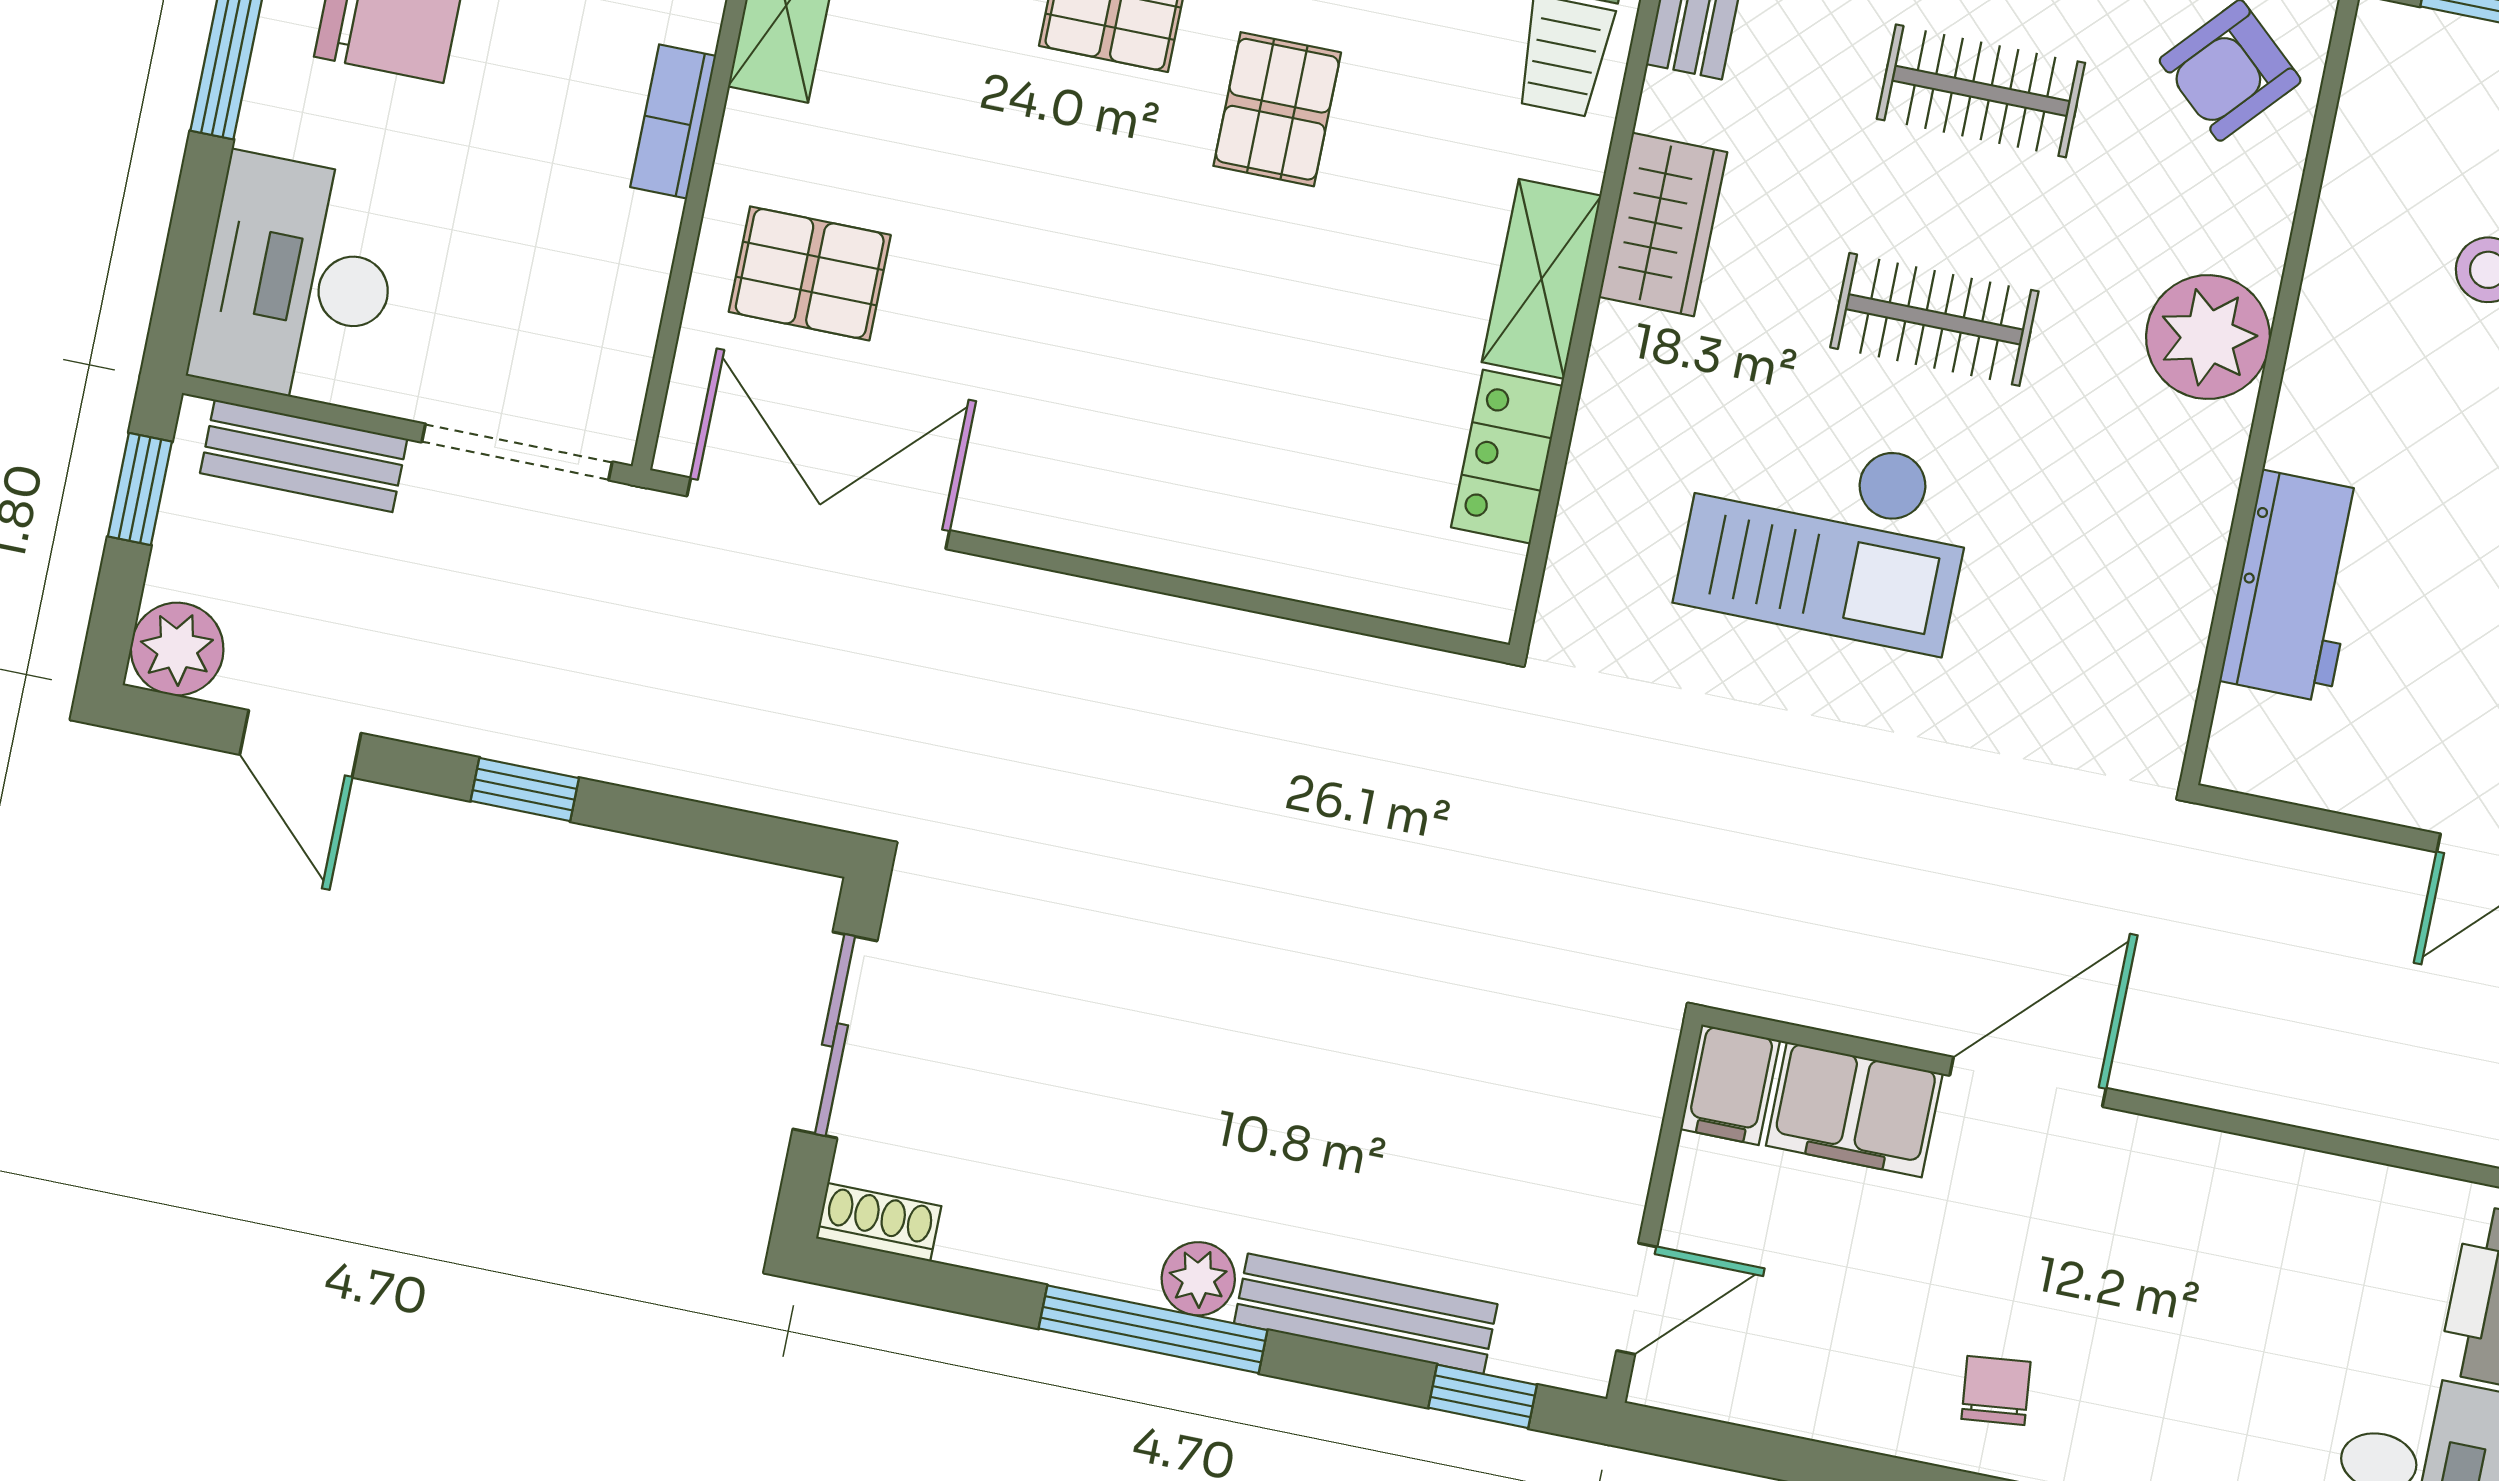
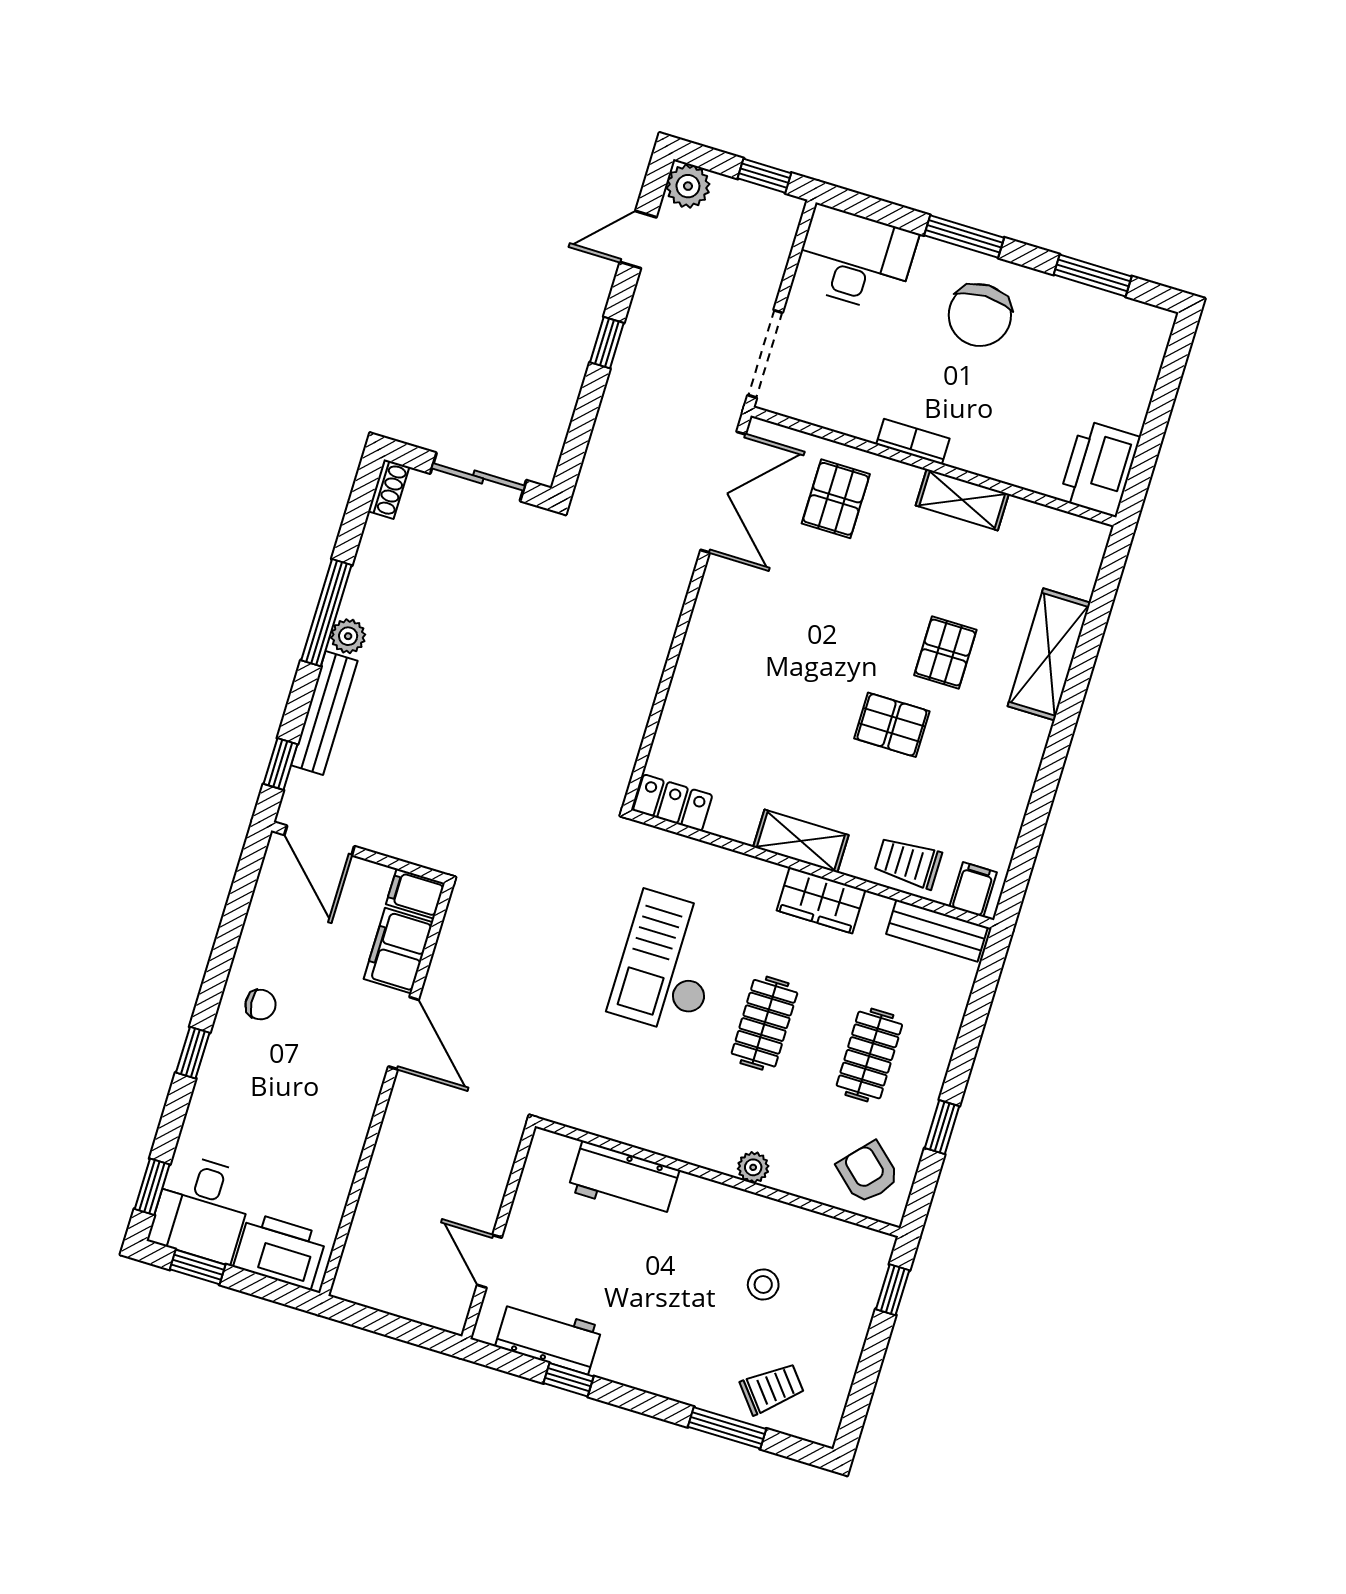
plant: (2208, 337) -> (753, 1167), width x0.53, depth x0.53
bench: (304, 456) -> (773, 254), removed
locker: (1507, 457) -> (673, 803), moved
door: (1637, 1299) -> (319, 840), width x1.37

